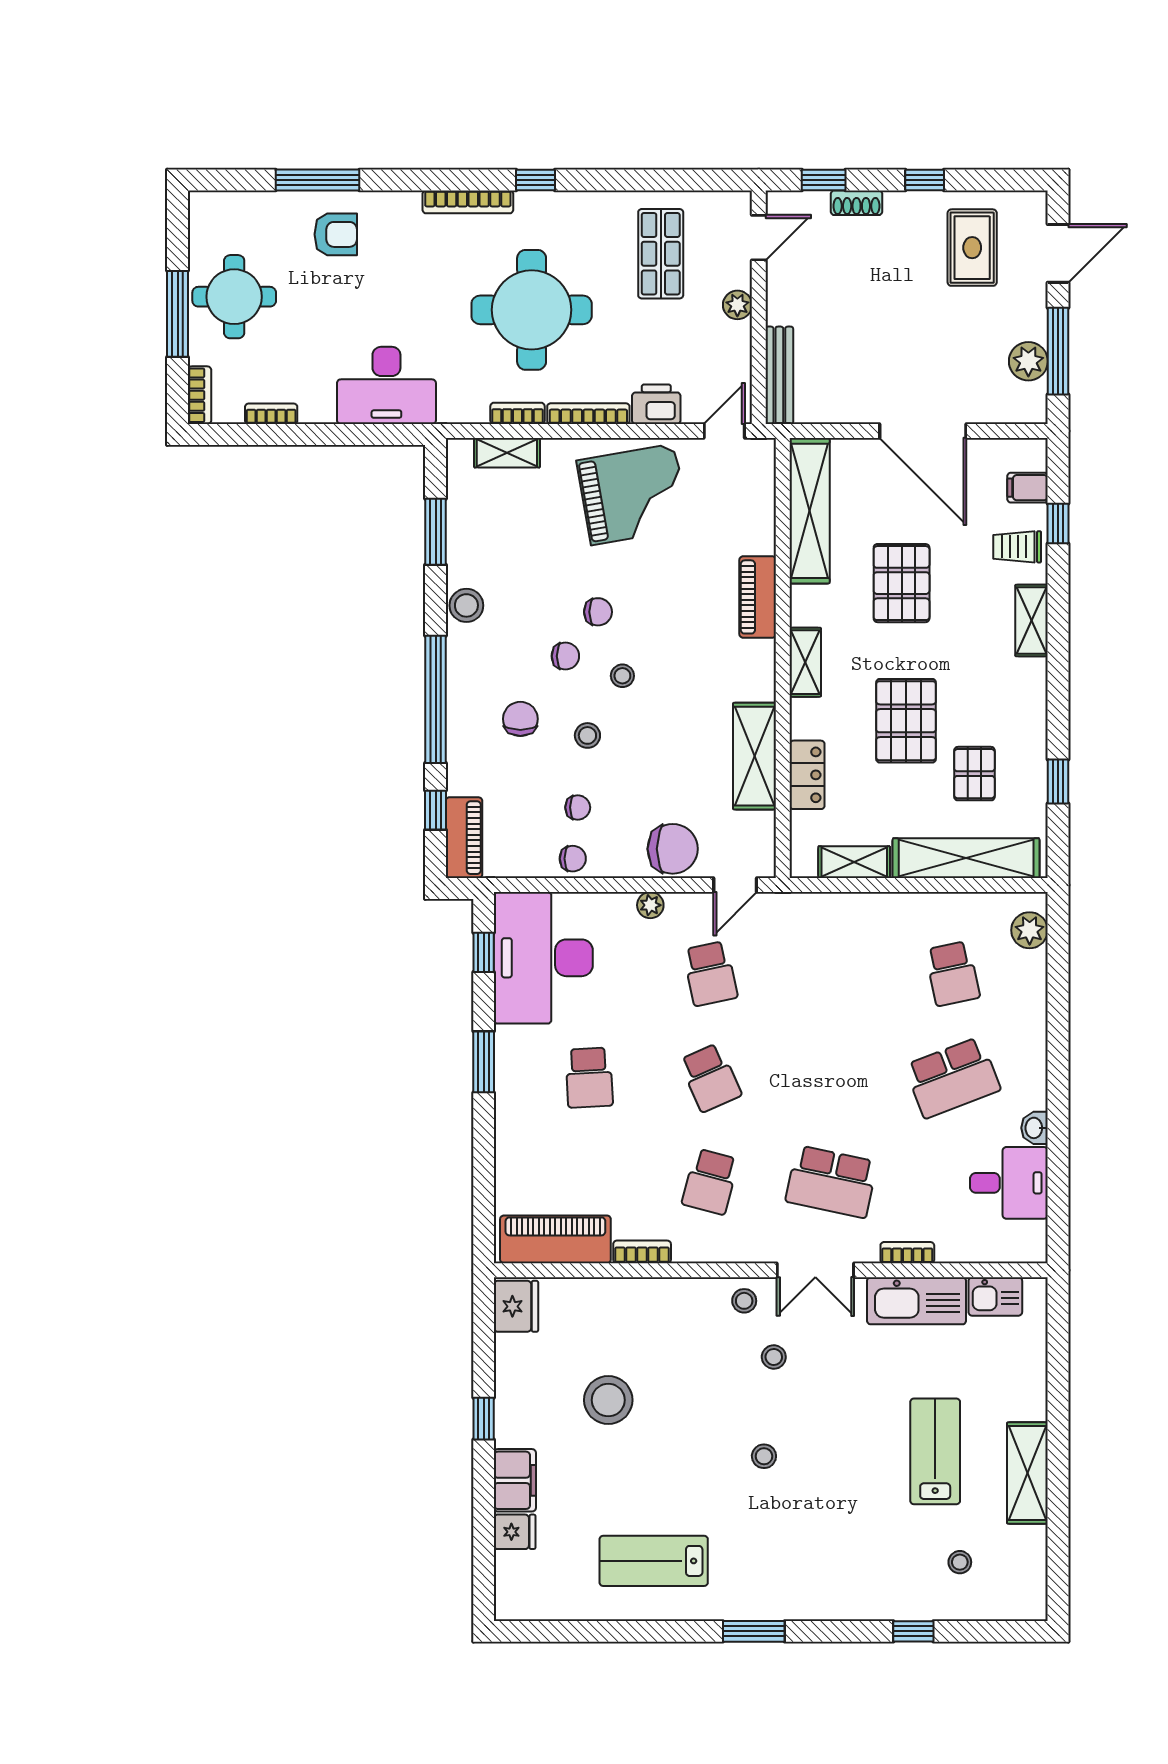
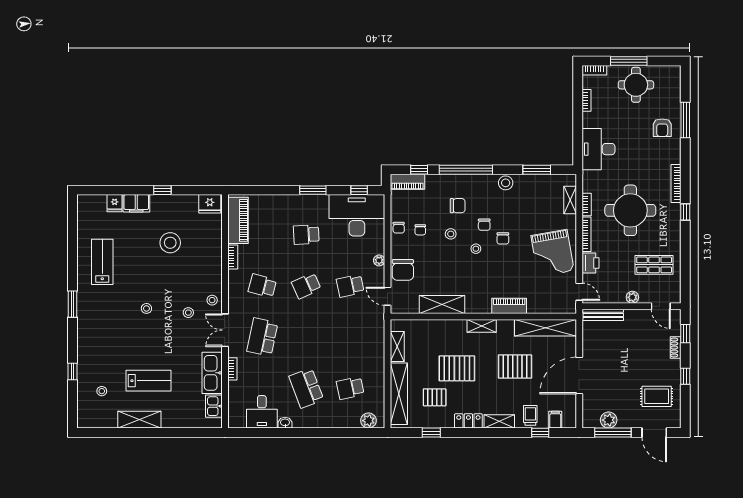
locker: (807, 775) -> (468, 421), moved, turned 180

